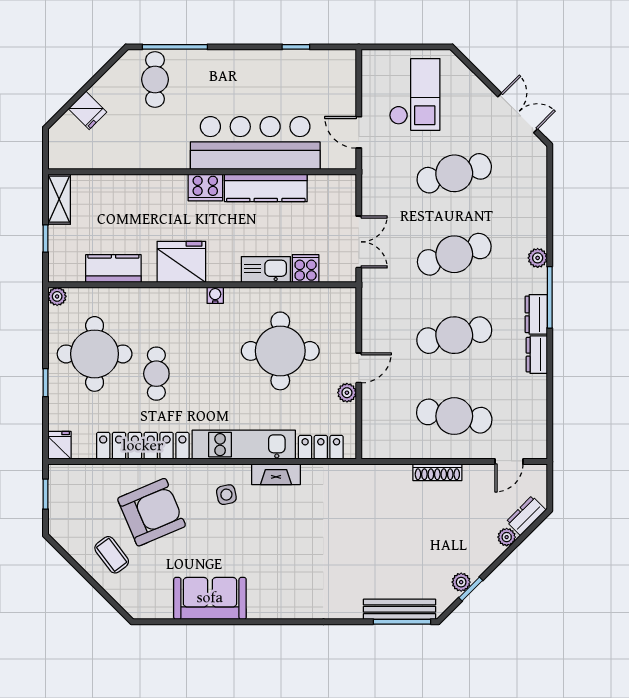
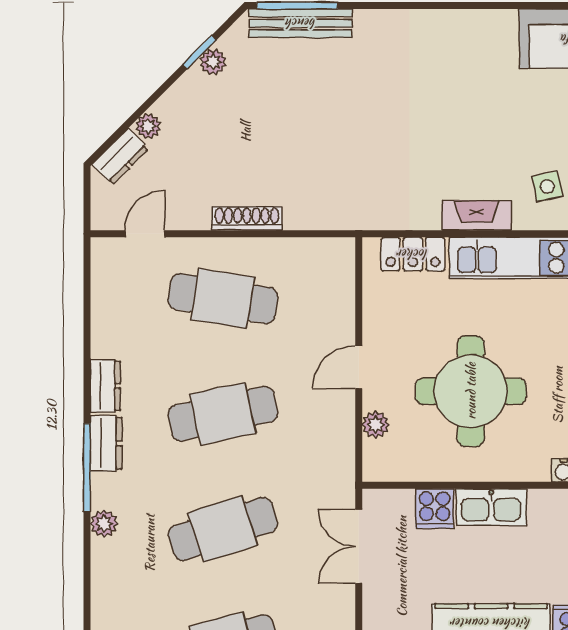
plant: (347, 393) -> (376, 425), moved

